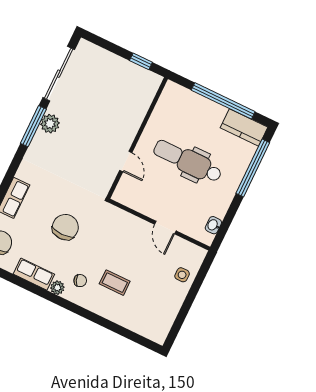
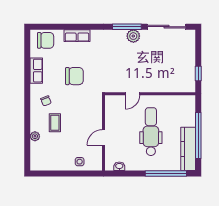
kitchen counter: (244, 127) -> (188, 149), width x1.50
plant: (57, 288) -> (35, 136), moved

